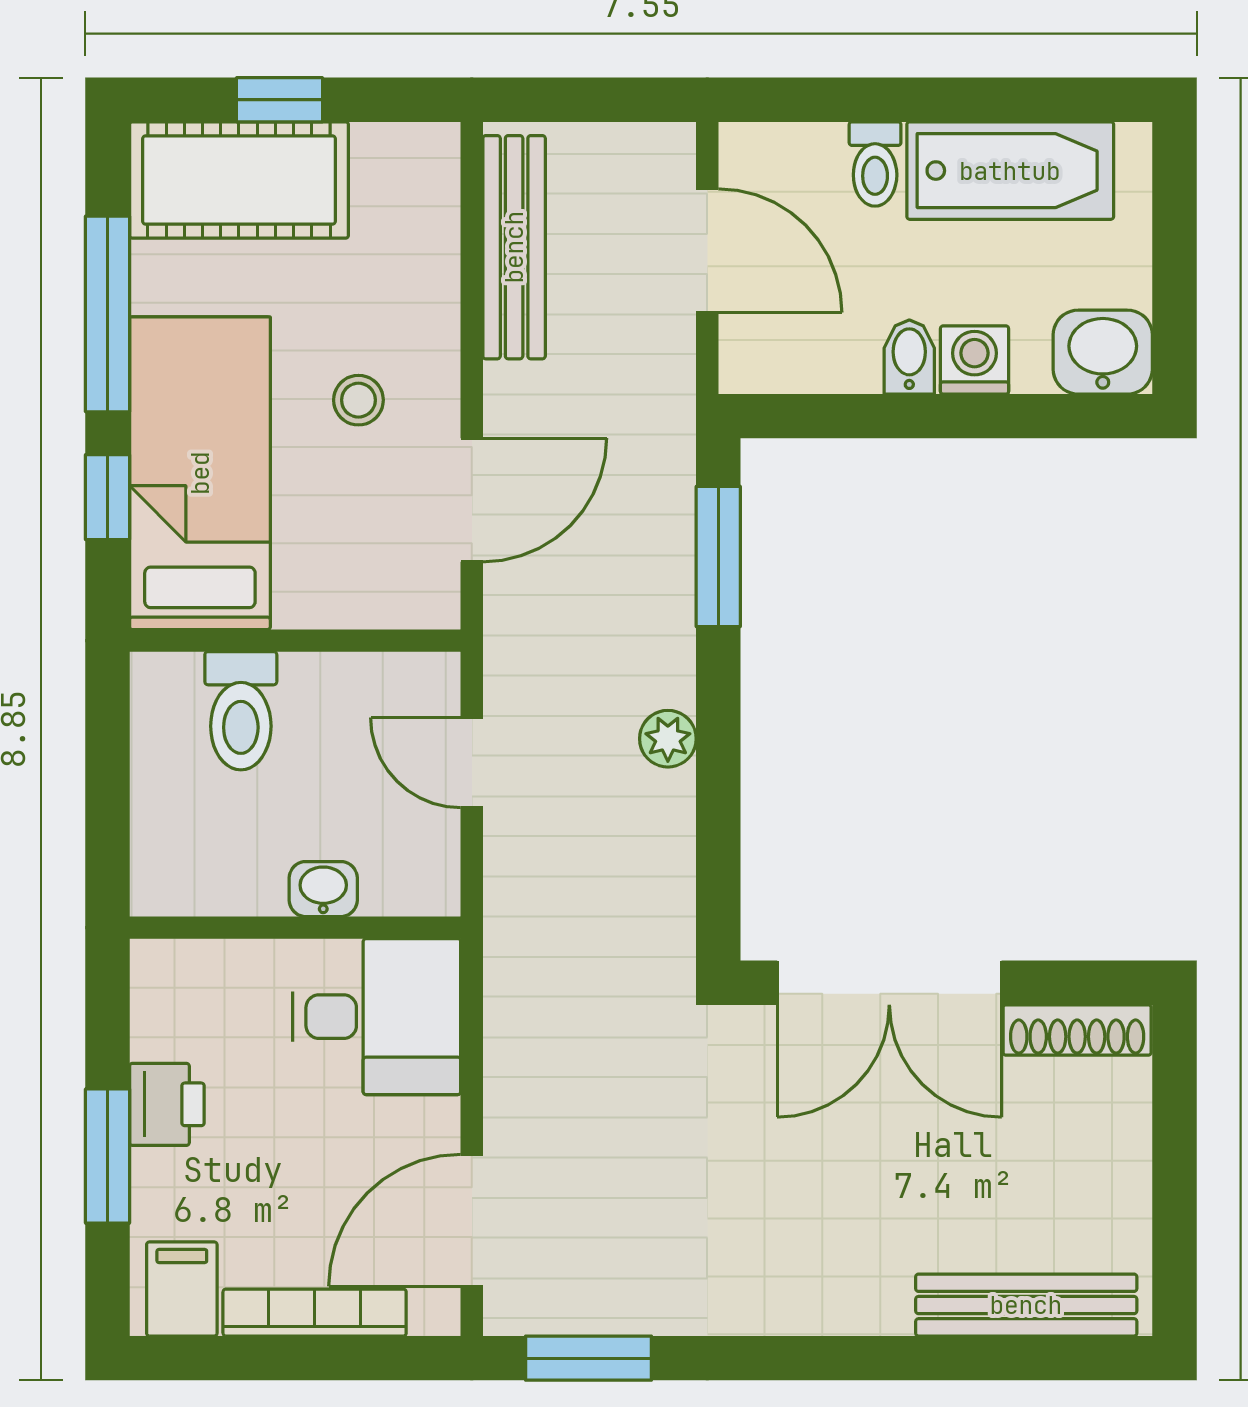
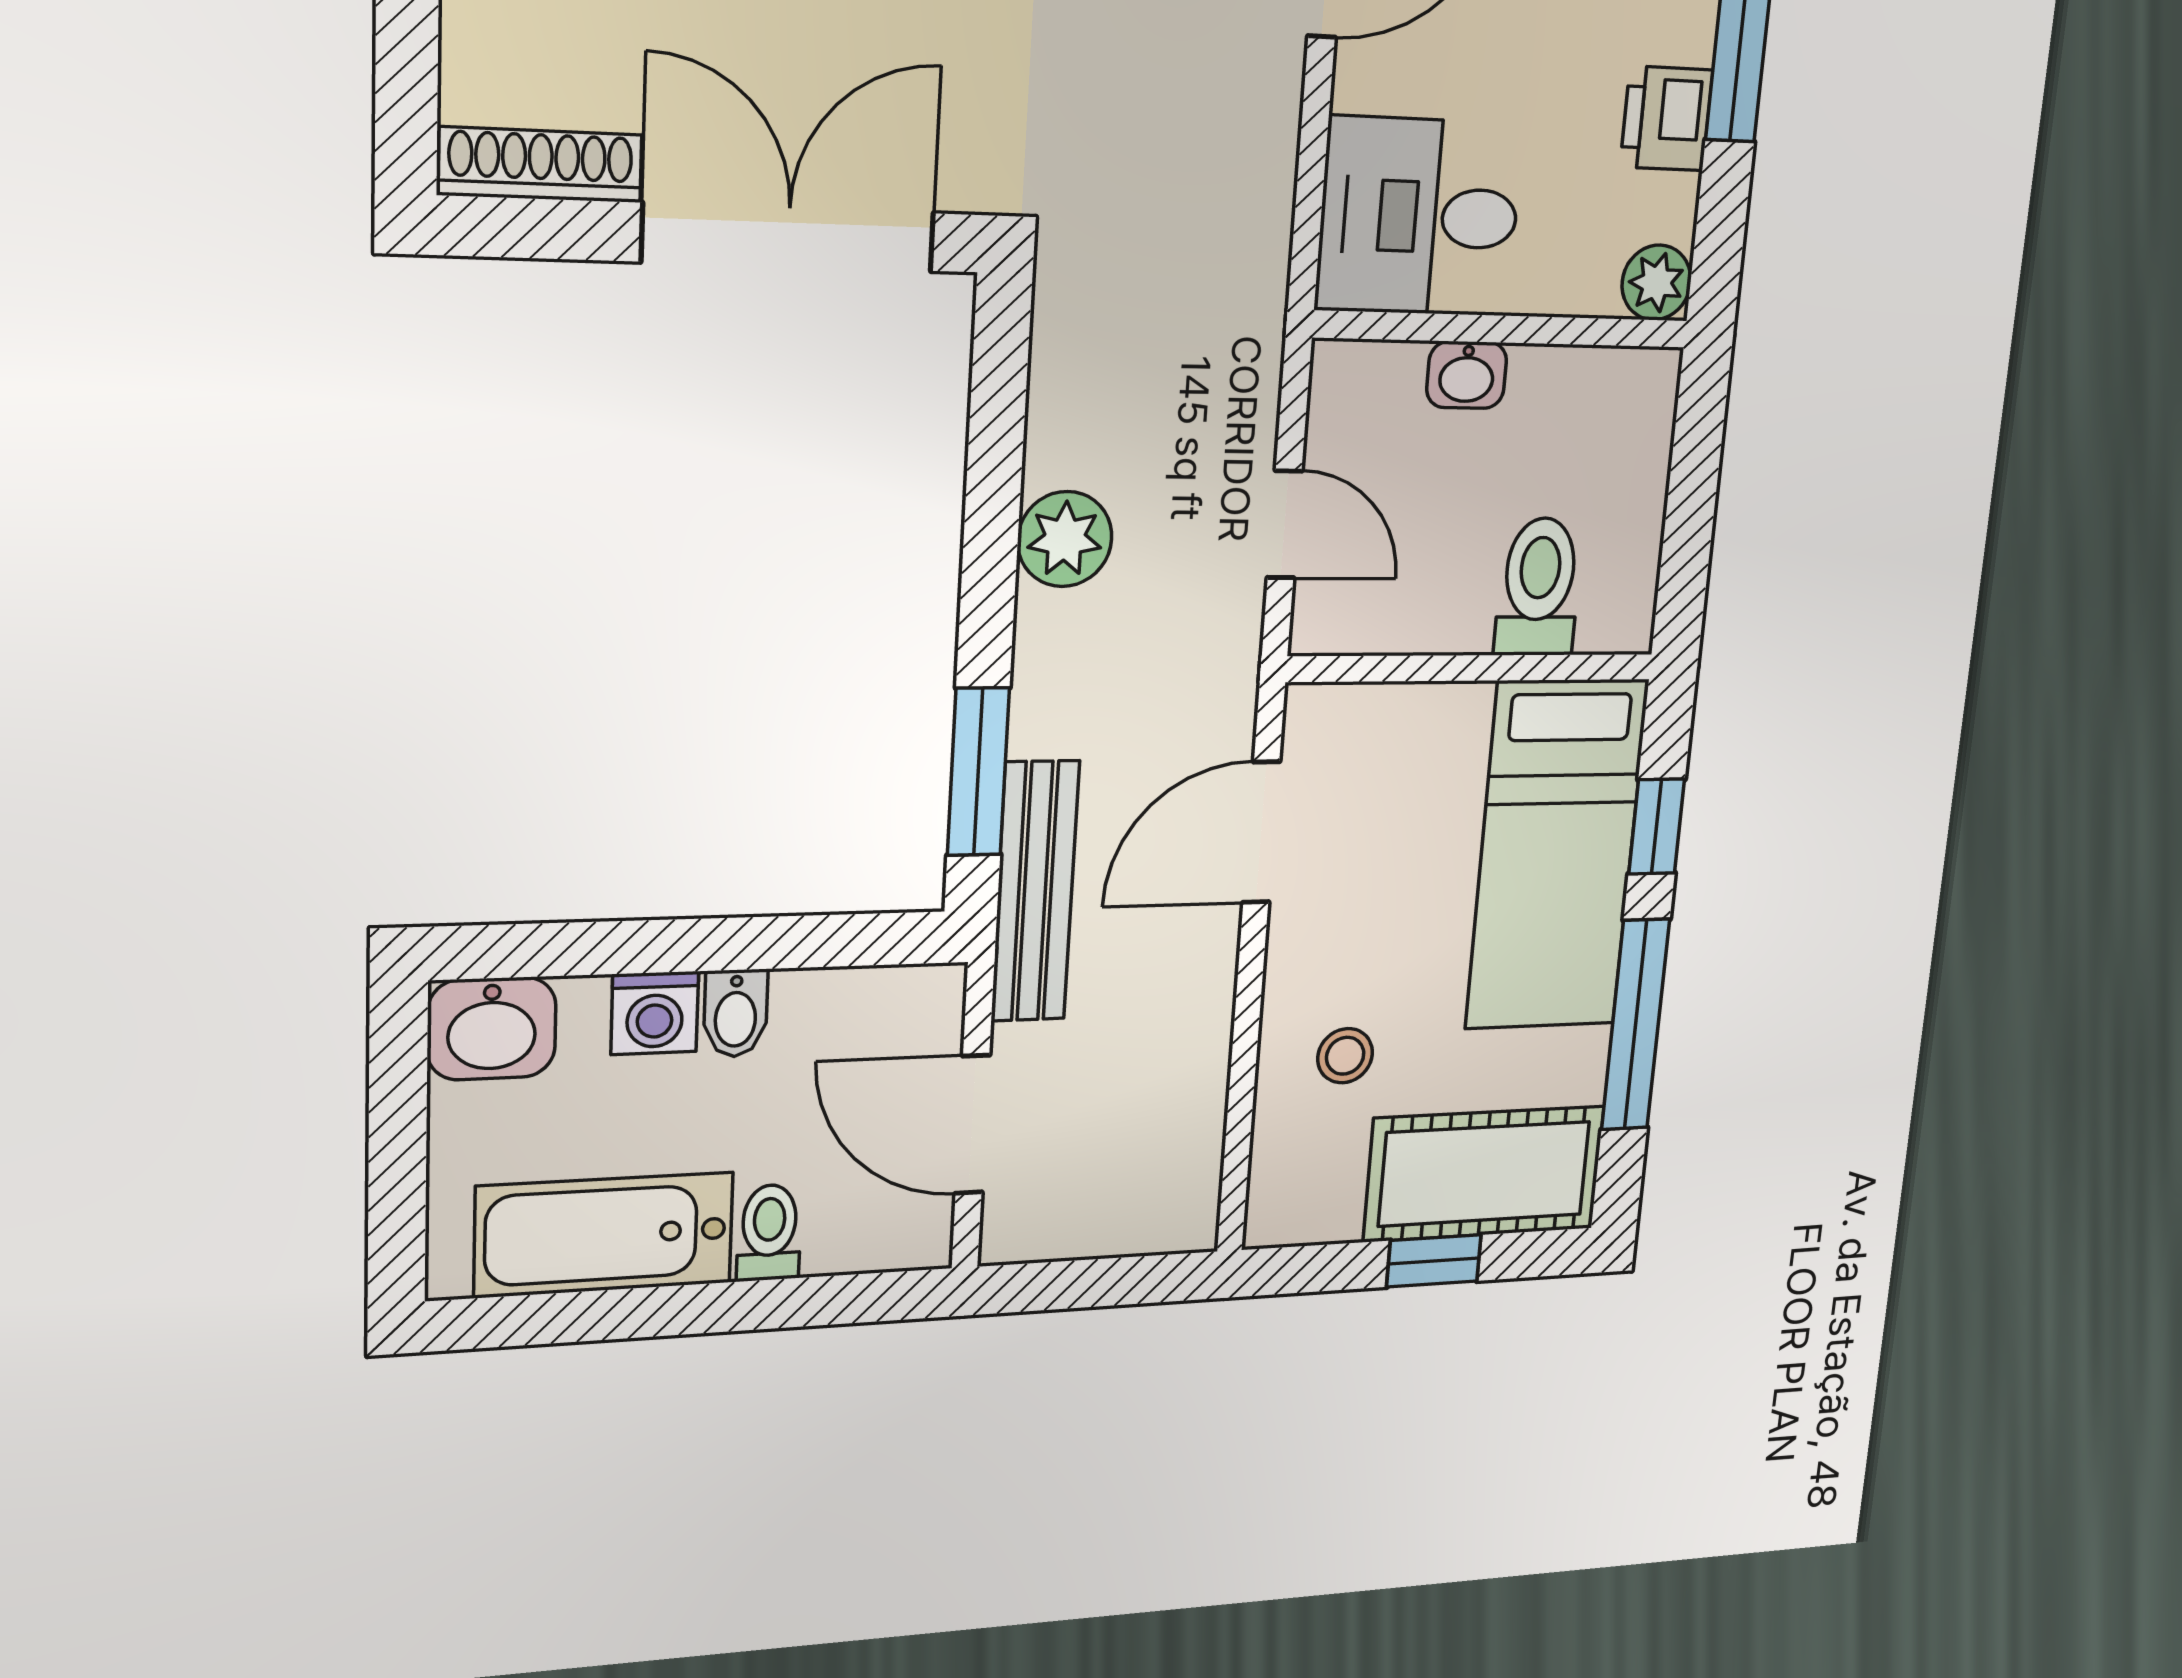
bench: (514, 247) -> (1035, 892), moved
stool: (358, 400) -> (1345, 1056), moved
plant: (668, 739) -> (1065, 539), width x1.38, depth x1.38
plant: (161, 970) -> (1657, 283), added

